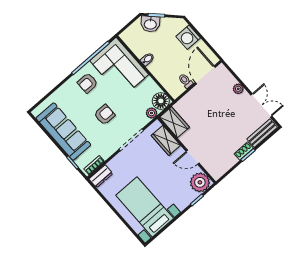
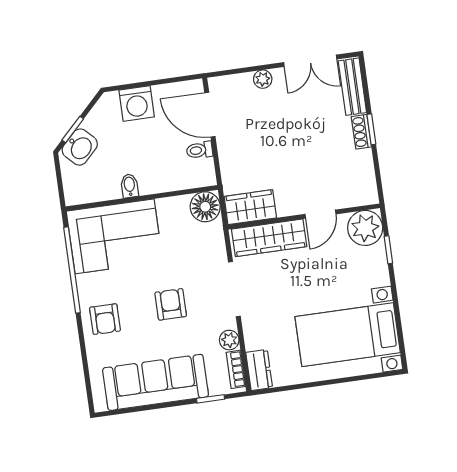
armchair: (88, 83) -> (105, 319), moved
double door: (261, 105) -> (310, 61), swing flipped
plant: (151, 113) -> (229, 340), moved
wardrobe: (166, 140) -> (269, 238), width x1.50

